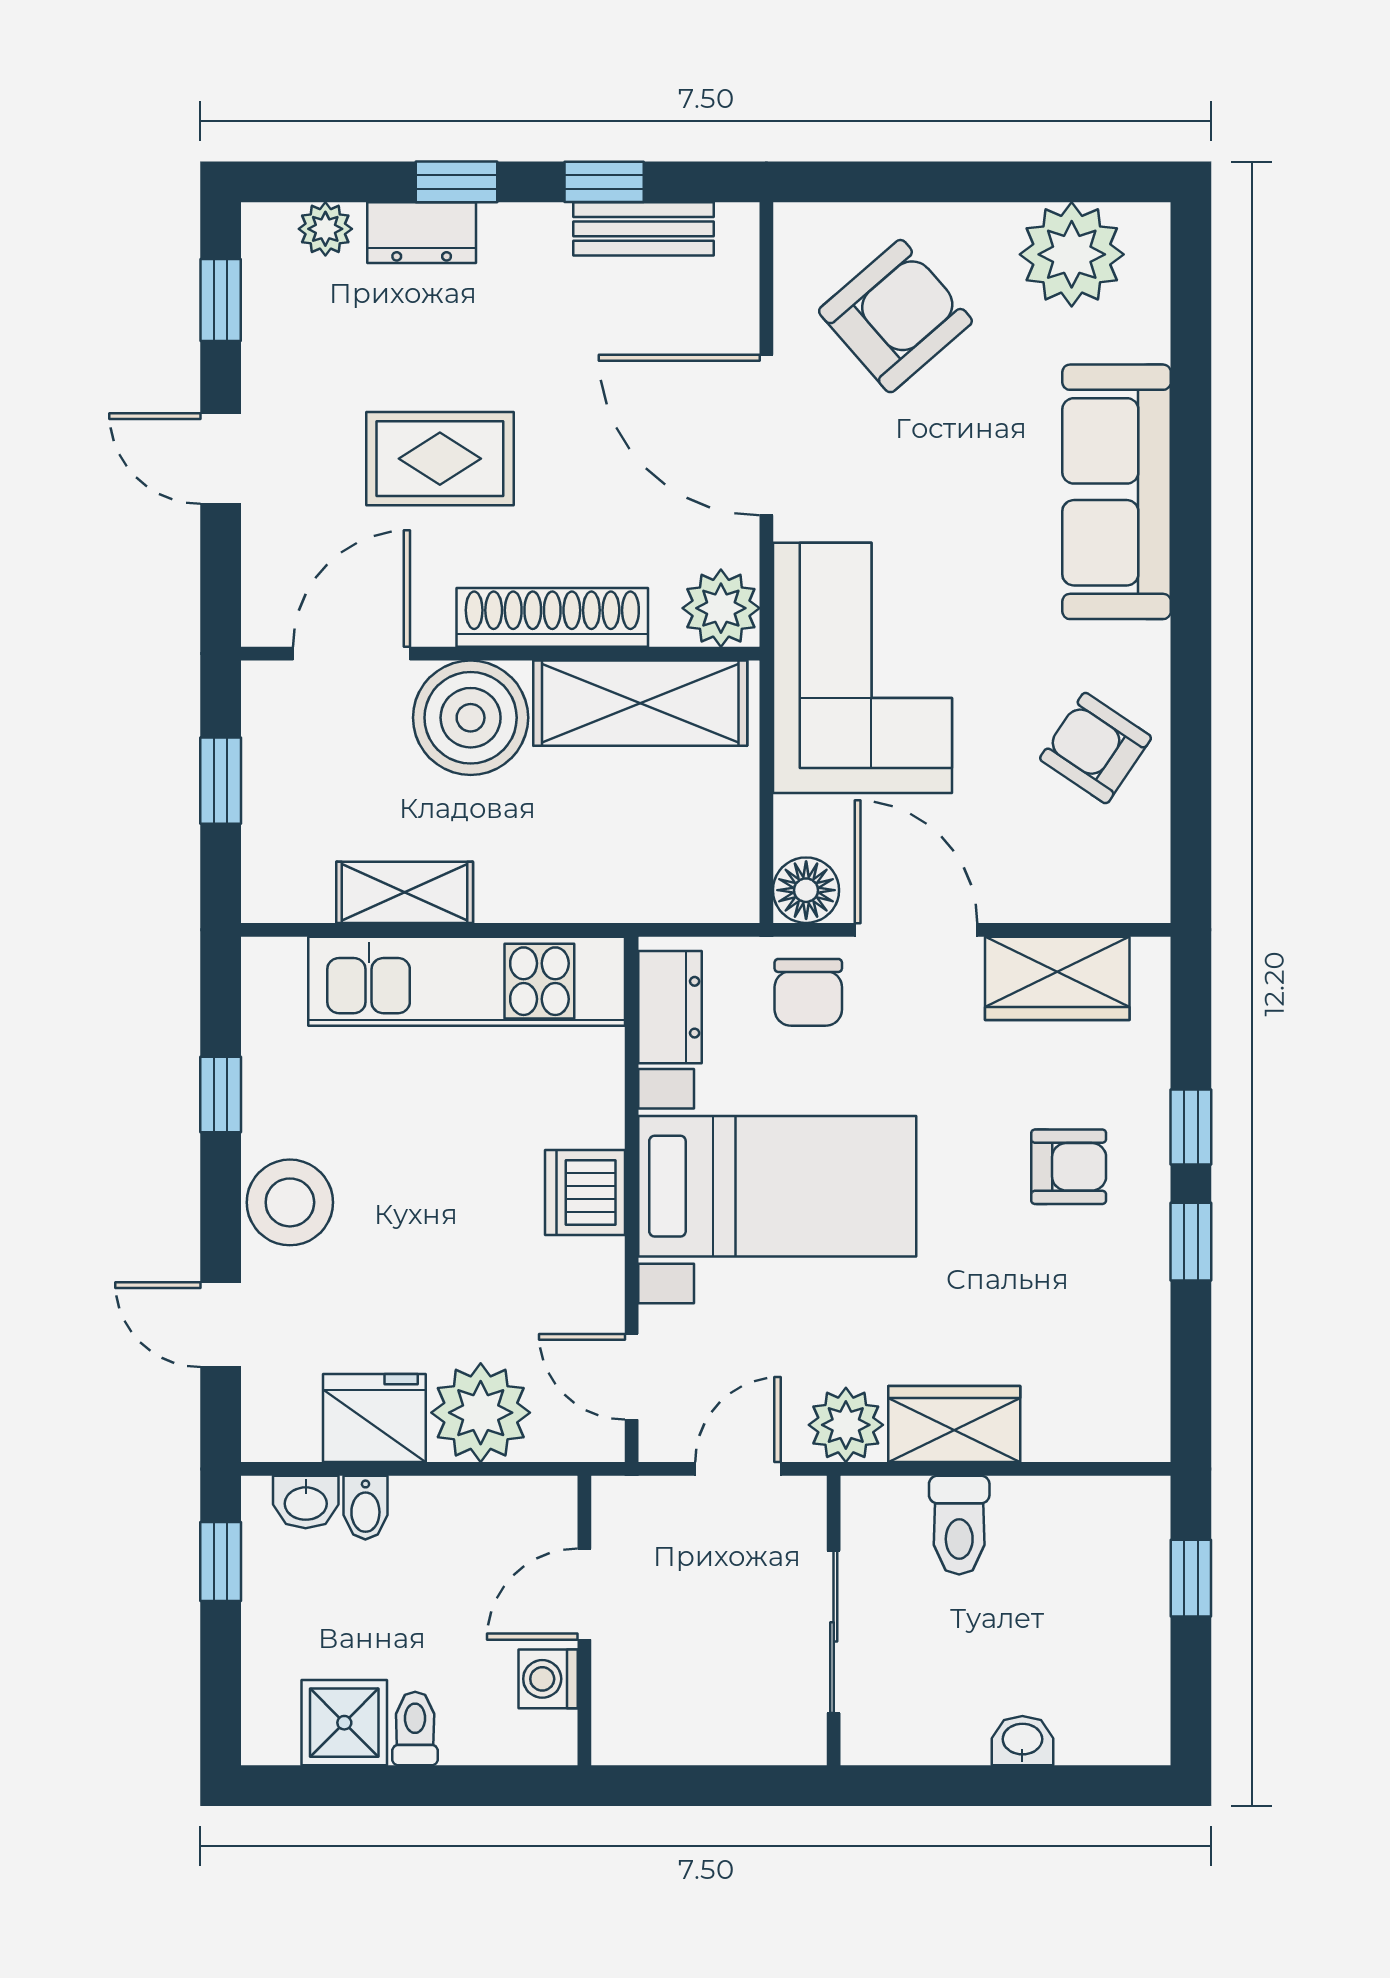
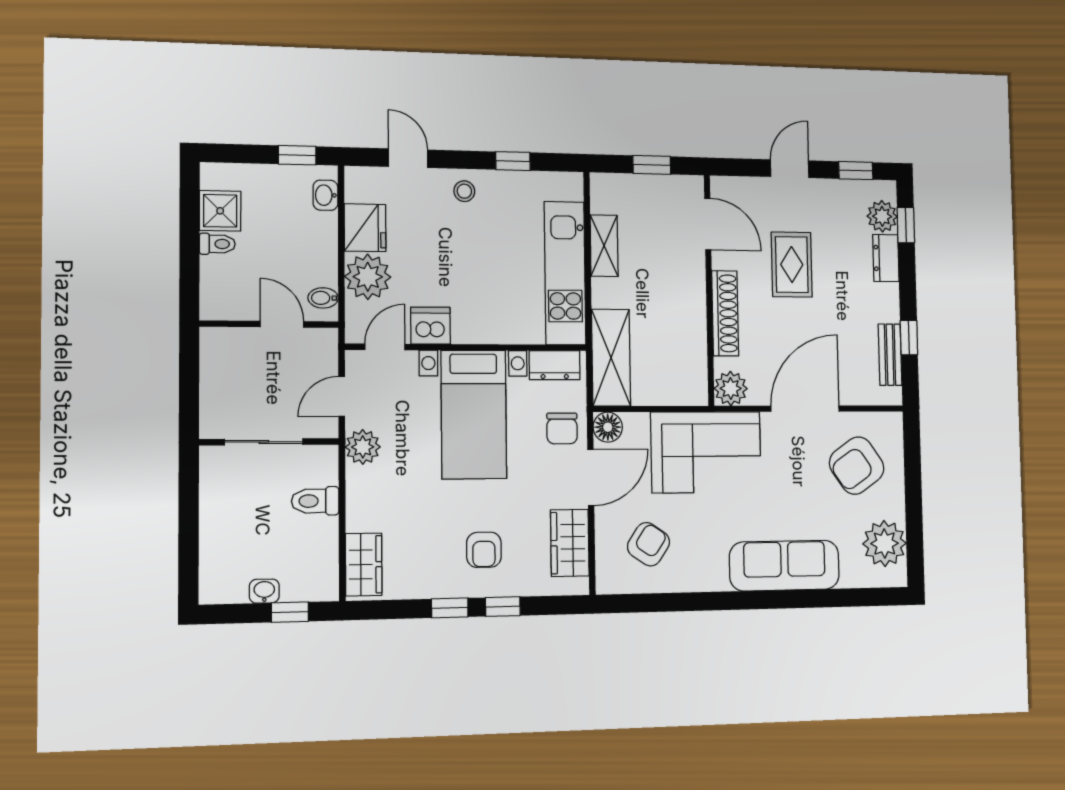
window: (456, 182) -> (906, 225), moved
plant: (325, 229) -> (882, 216), width x1.38, depth x1.38
armchair: (895, 316) -> (857, 466), turned 96
shelving: (640, 703) -> (611, 358), moved
boiler: (471, 718) -> (681, 276), removed
armchair: (1096, 748) -> (649, 544), moved
chair: (808, 992) -> (562, 428), turned -90
dishwasher: (585, 1192) -> (430, 326), moved
stool: (290, 1202) -> (464, 191), width x0.53, depth x0.53
door: (221, 1325) -> (408, 158), hinge flipped
wardrobe: (954, 1424) -> (364, 565), moved
door: (738, 1469) -> (342, 396), swing flipped
bidet: (365, 1508) -> (323, 298), moved
washing machine: (548, 1679) -> (241, 307), removed
washbasin: (1022, 1741) -> (264, 591), moved, turned -90

